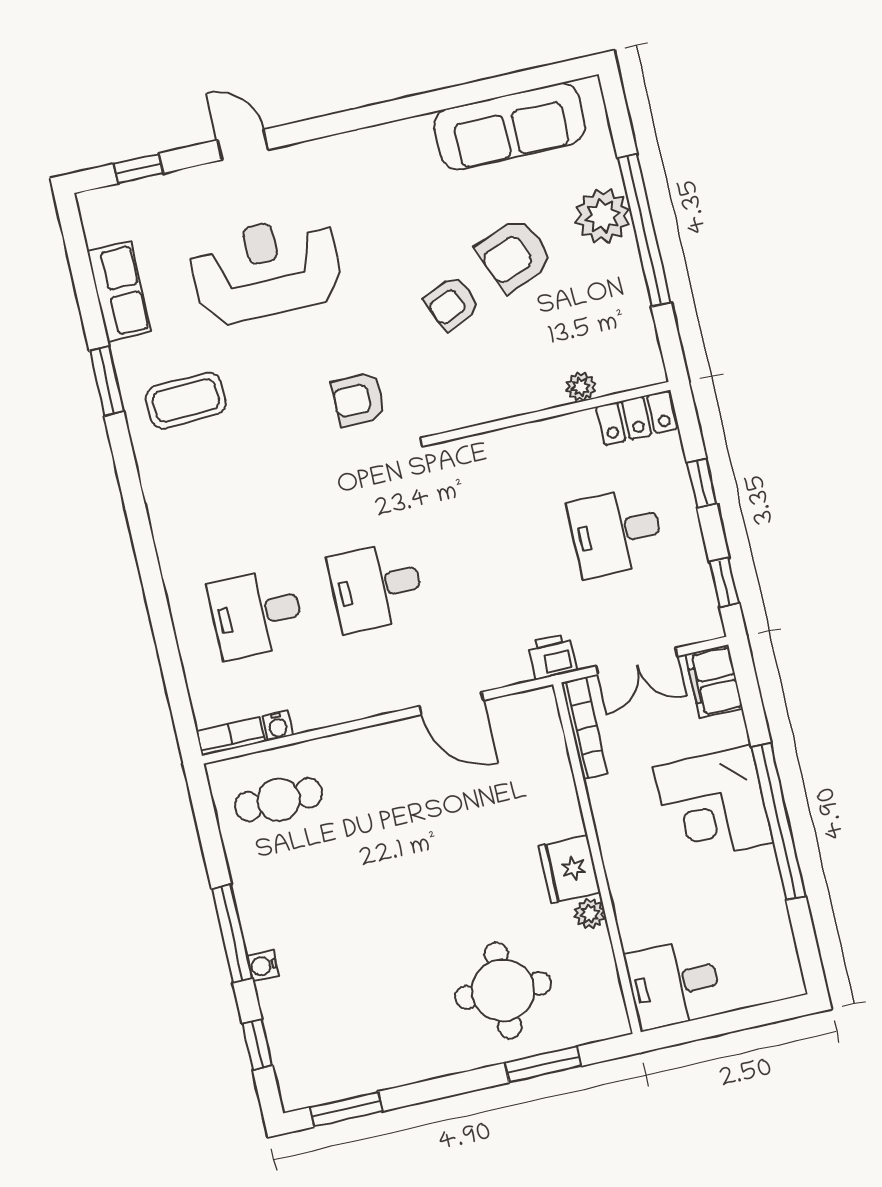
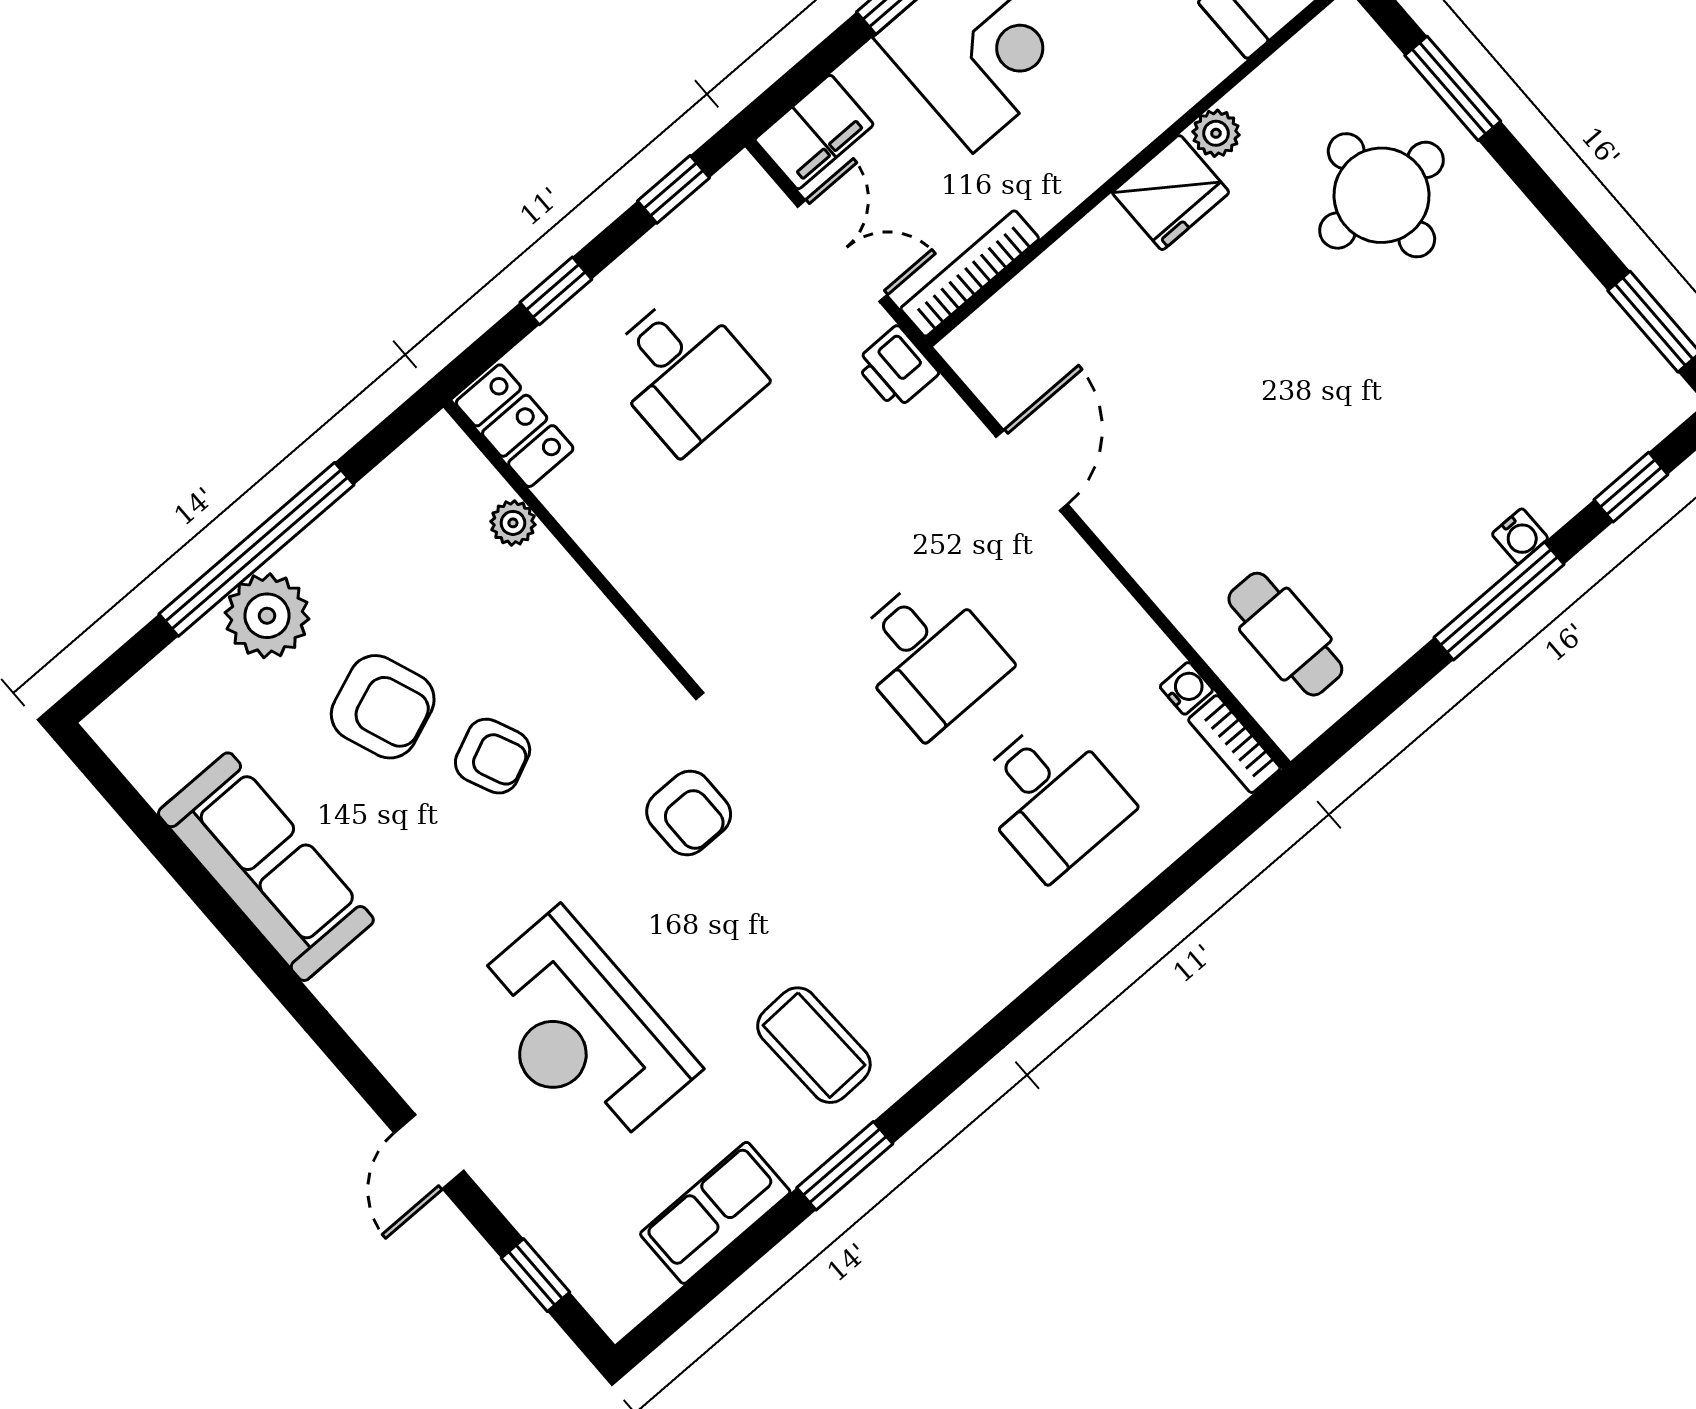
sofa: (510, 126) -> (266, 867), moved

